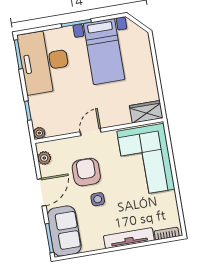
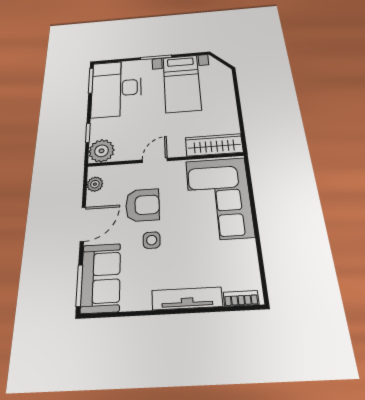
wardrobe: (146, 112) -> (214, 145), width x1.50
plant: (39, 133) -> (102, 151), width x1.88, depth x1.88
armchair: (86, 172) -> (142, 205), turned 90

